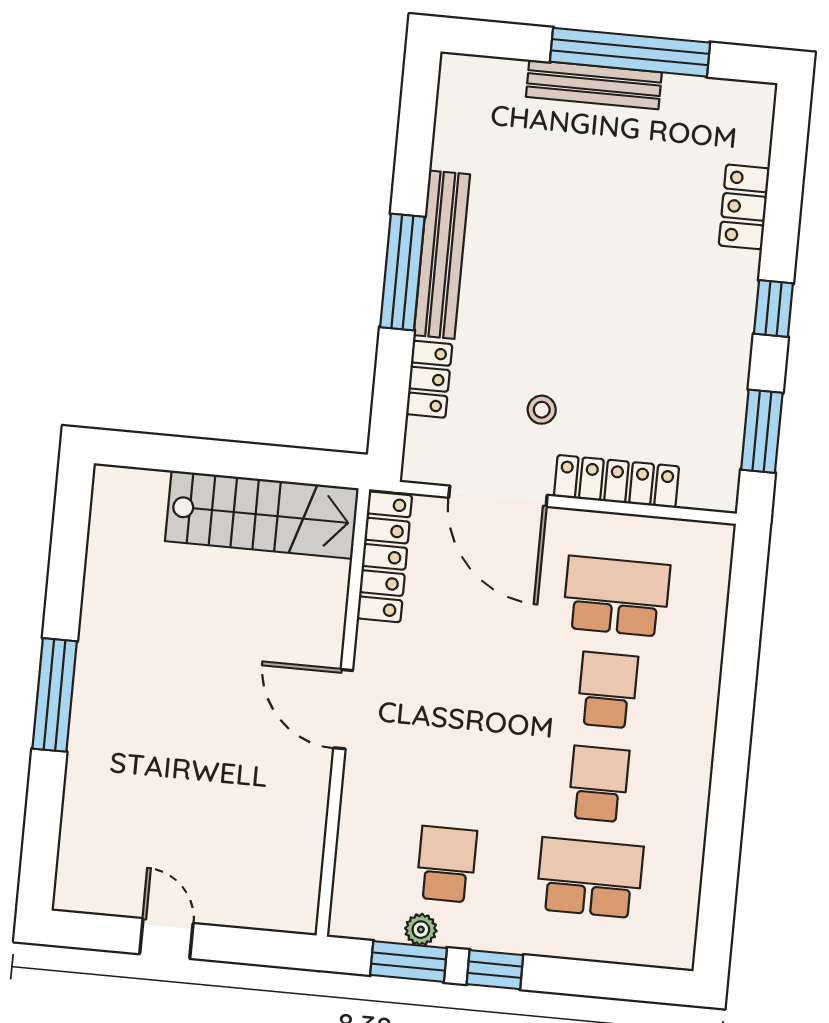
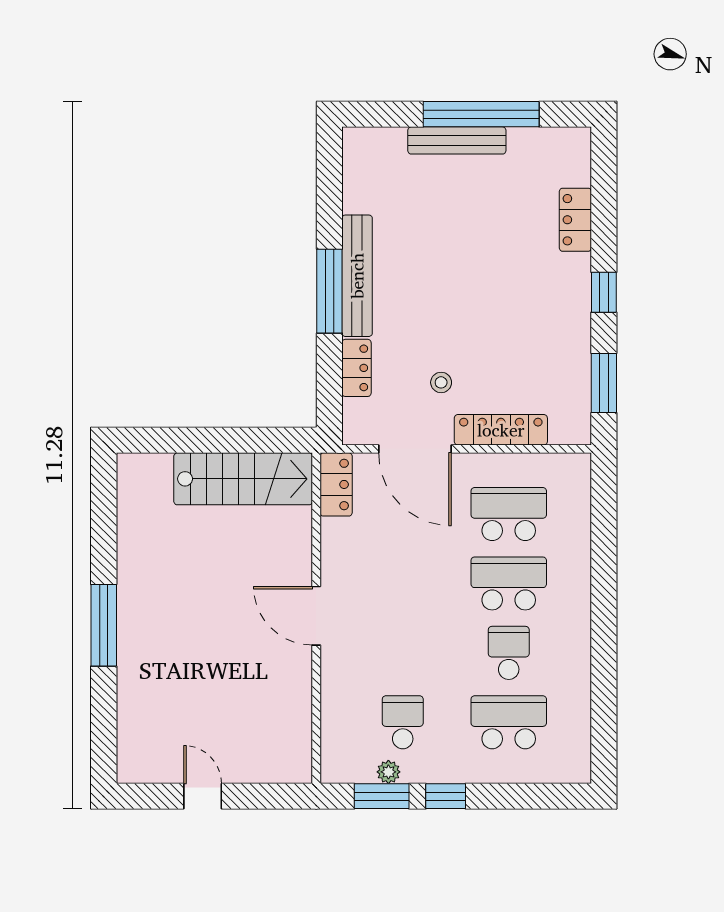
locker: (385, 557) -> (336, 484), width x0.66
school desk: (607, 690) -> (509, 583), width x1.85

